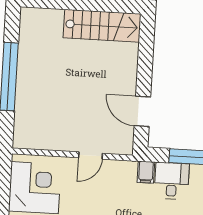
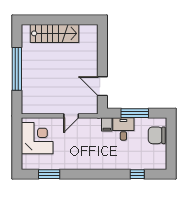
stairs: (102, 26) -> (54, 33), moved

